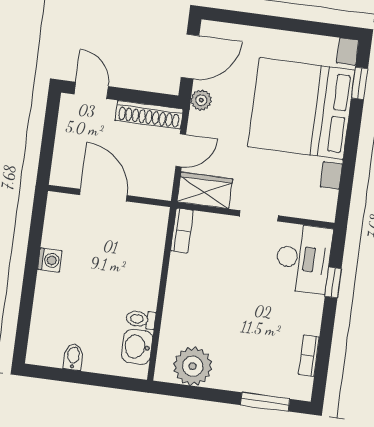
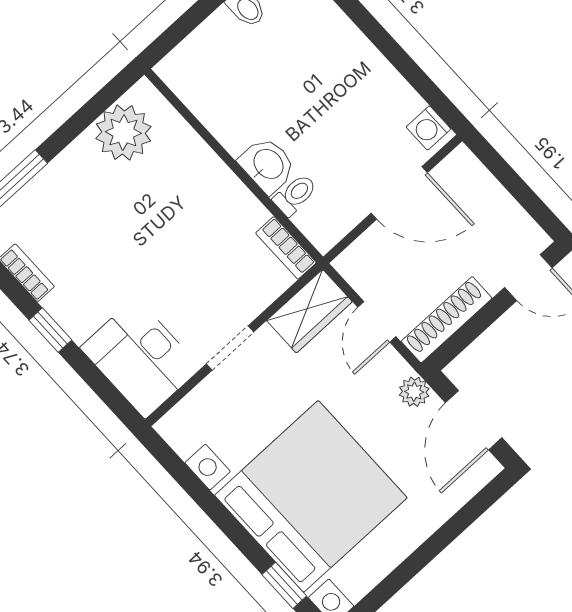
washing machine: (50, 260) -> (428, 128), moved
window: (333, 283) -> (50, 330), moved
toilet: (141, 319) -> (295, 195), moved
washbasin: (137, 347) -> (268, 165), moved

